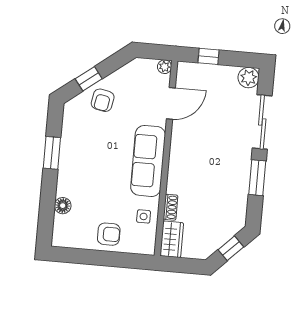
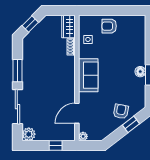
sofa: (148, 161) -> (88, 75), width x0.73
floor lamp: (63, 206) -> (140, 72), moved

